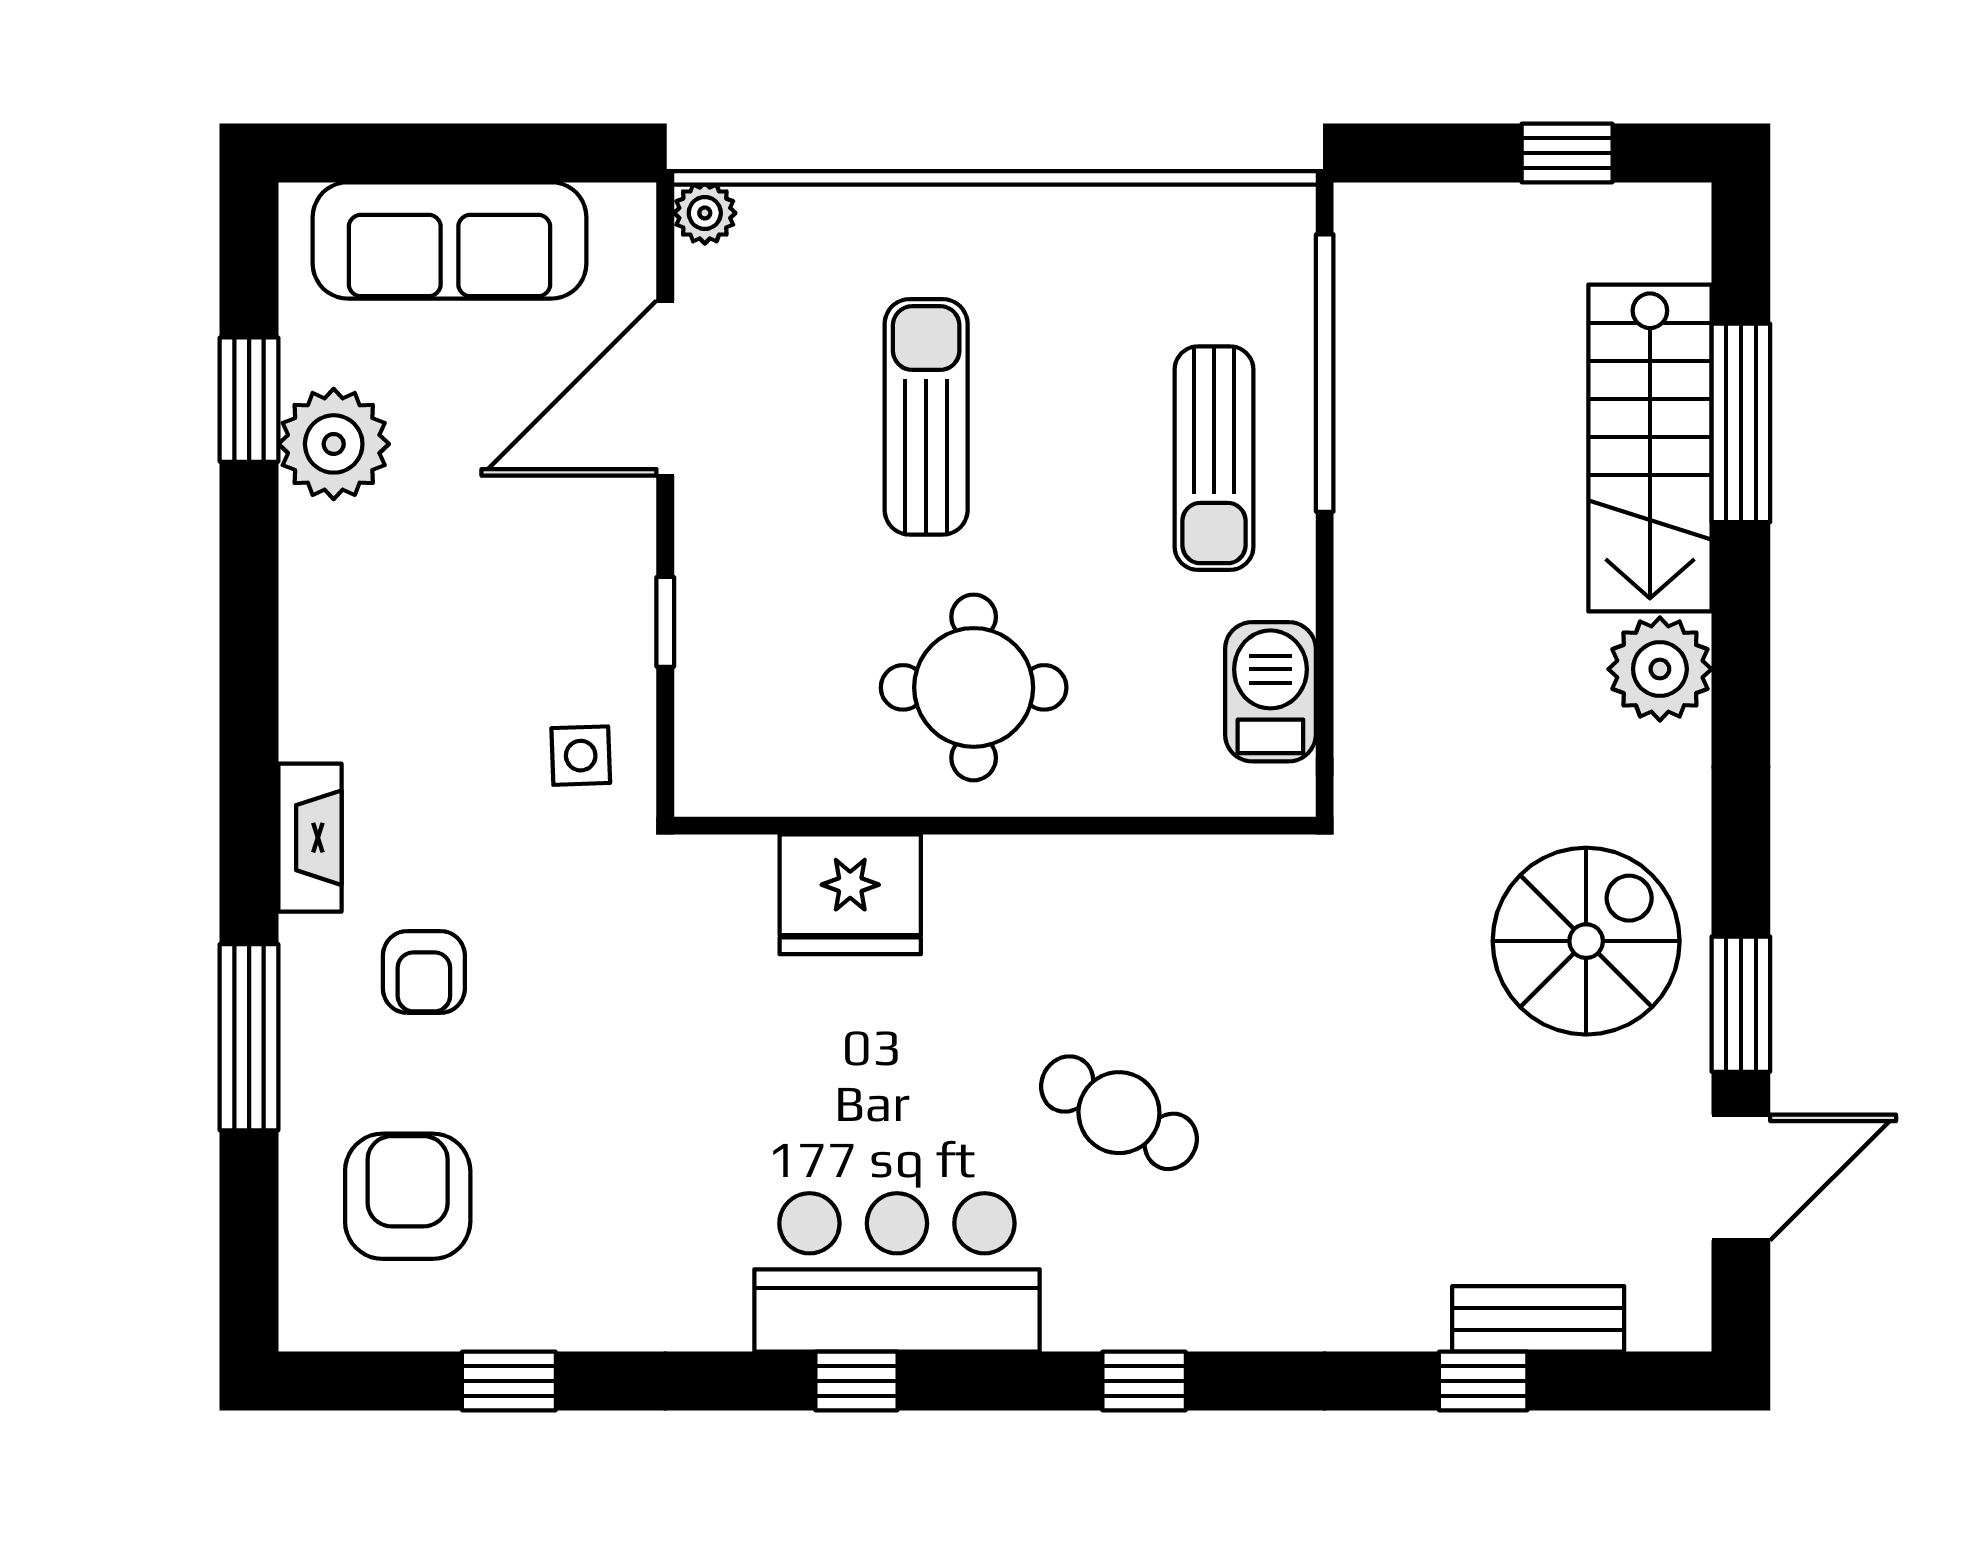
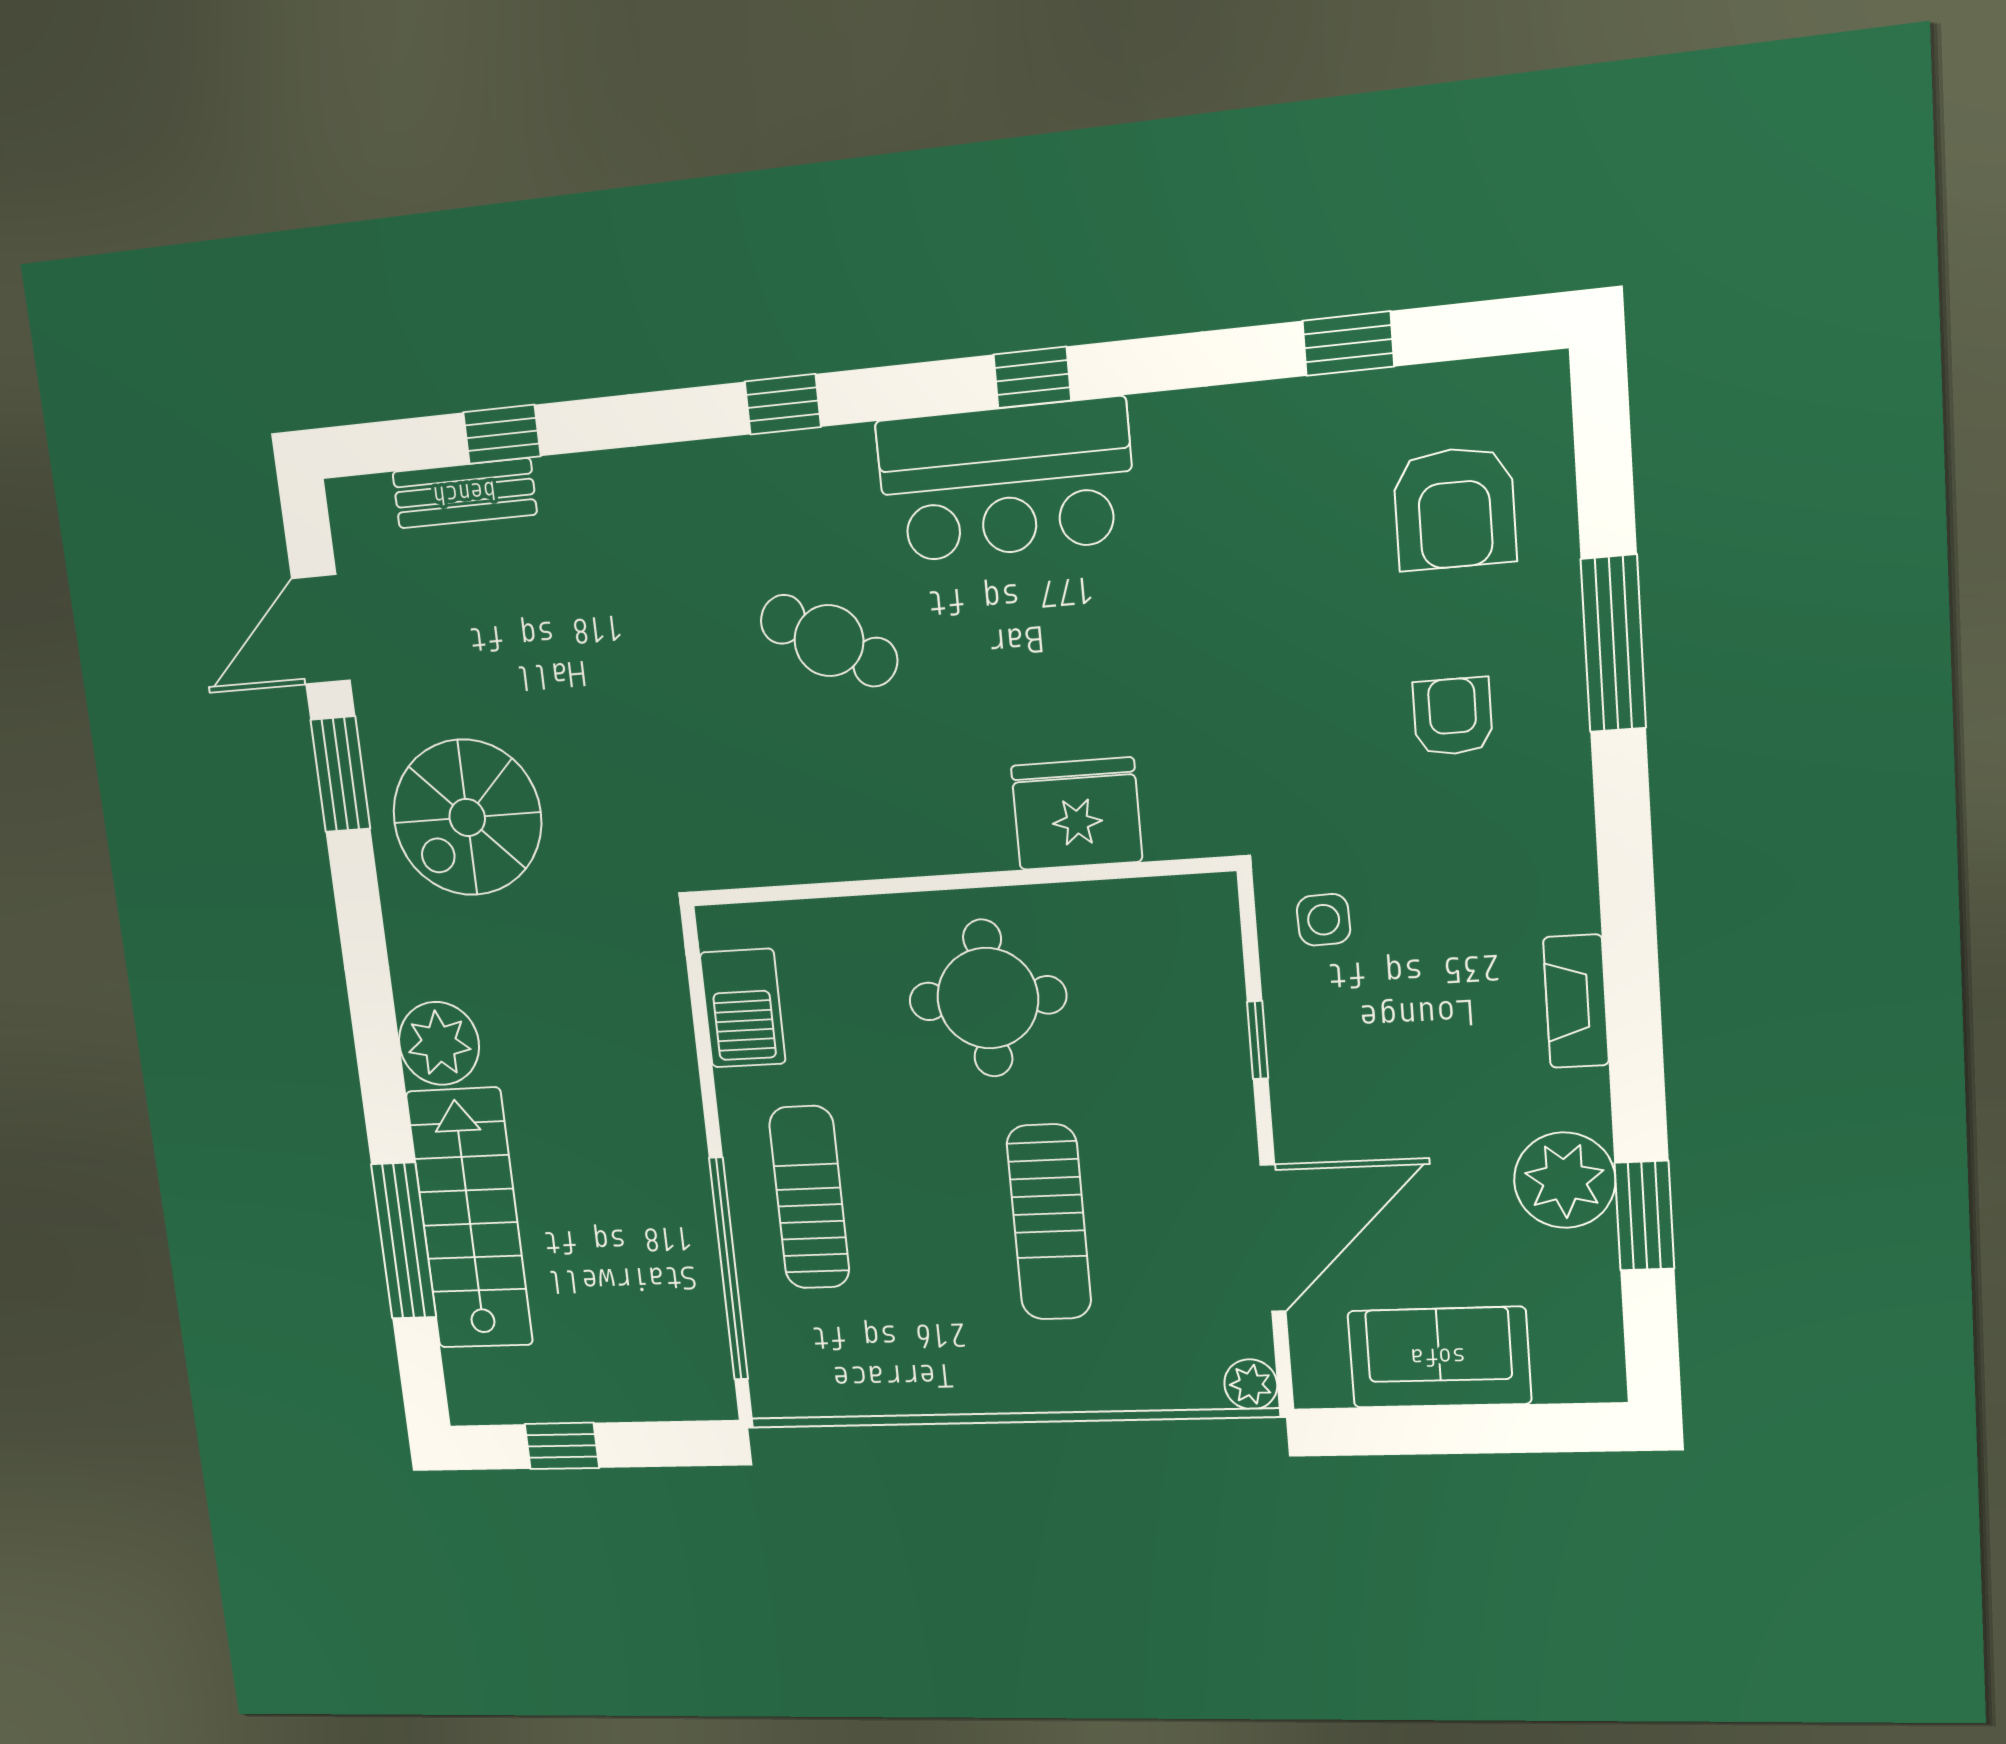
sofa: (450, 240) -> (1439, 1357), width x0.73
fireplace: (310, 838) -> (1576, 1001), moved

